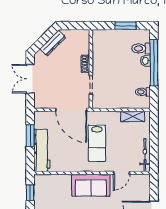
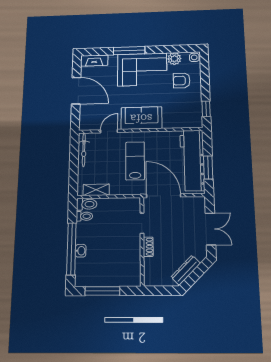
window: (126, 26) -> (102, 291), width x1.44
toilet: (141, 48) -> (87, 204), moved
workbench: (42, 150) -> (192, 160), width x1.36, depth x1.32

